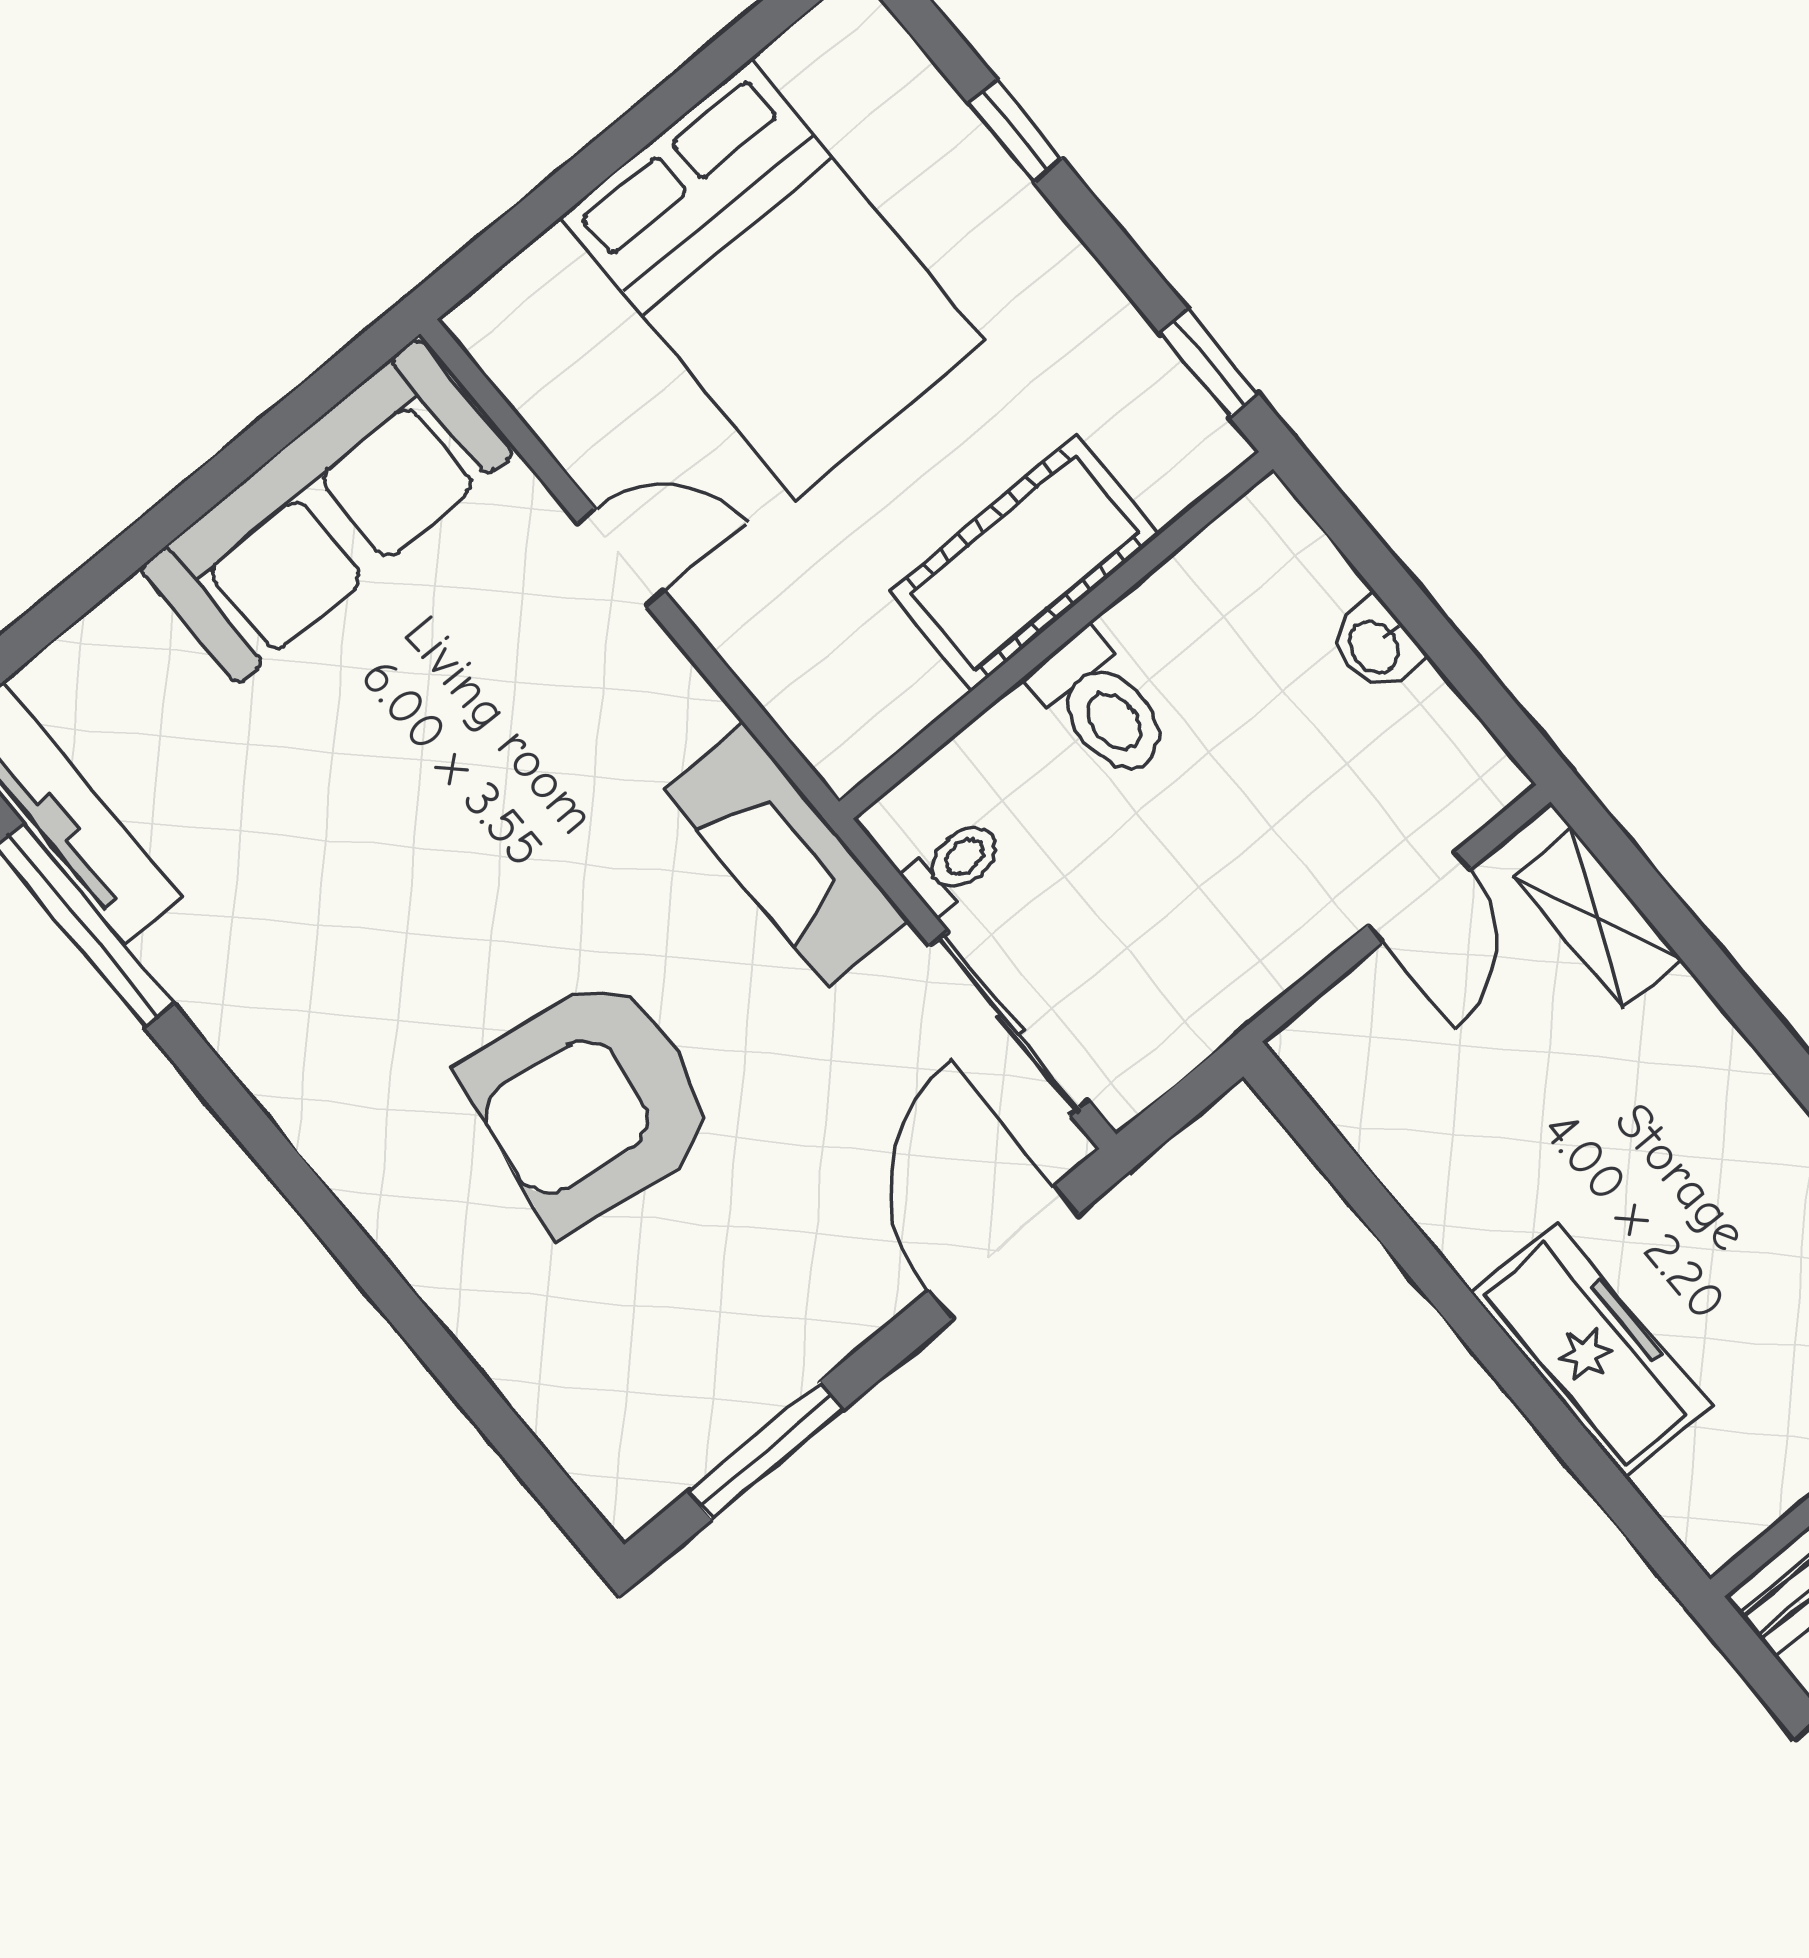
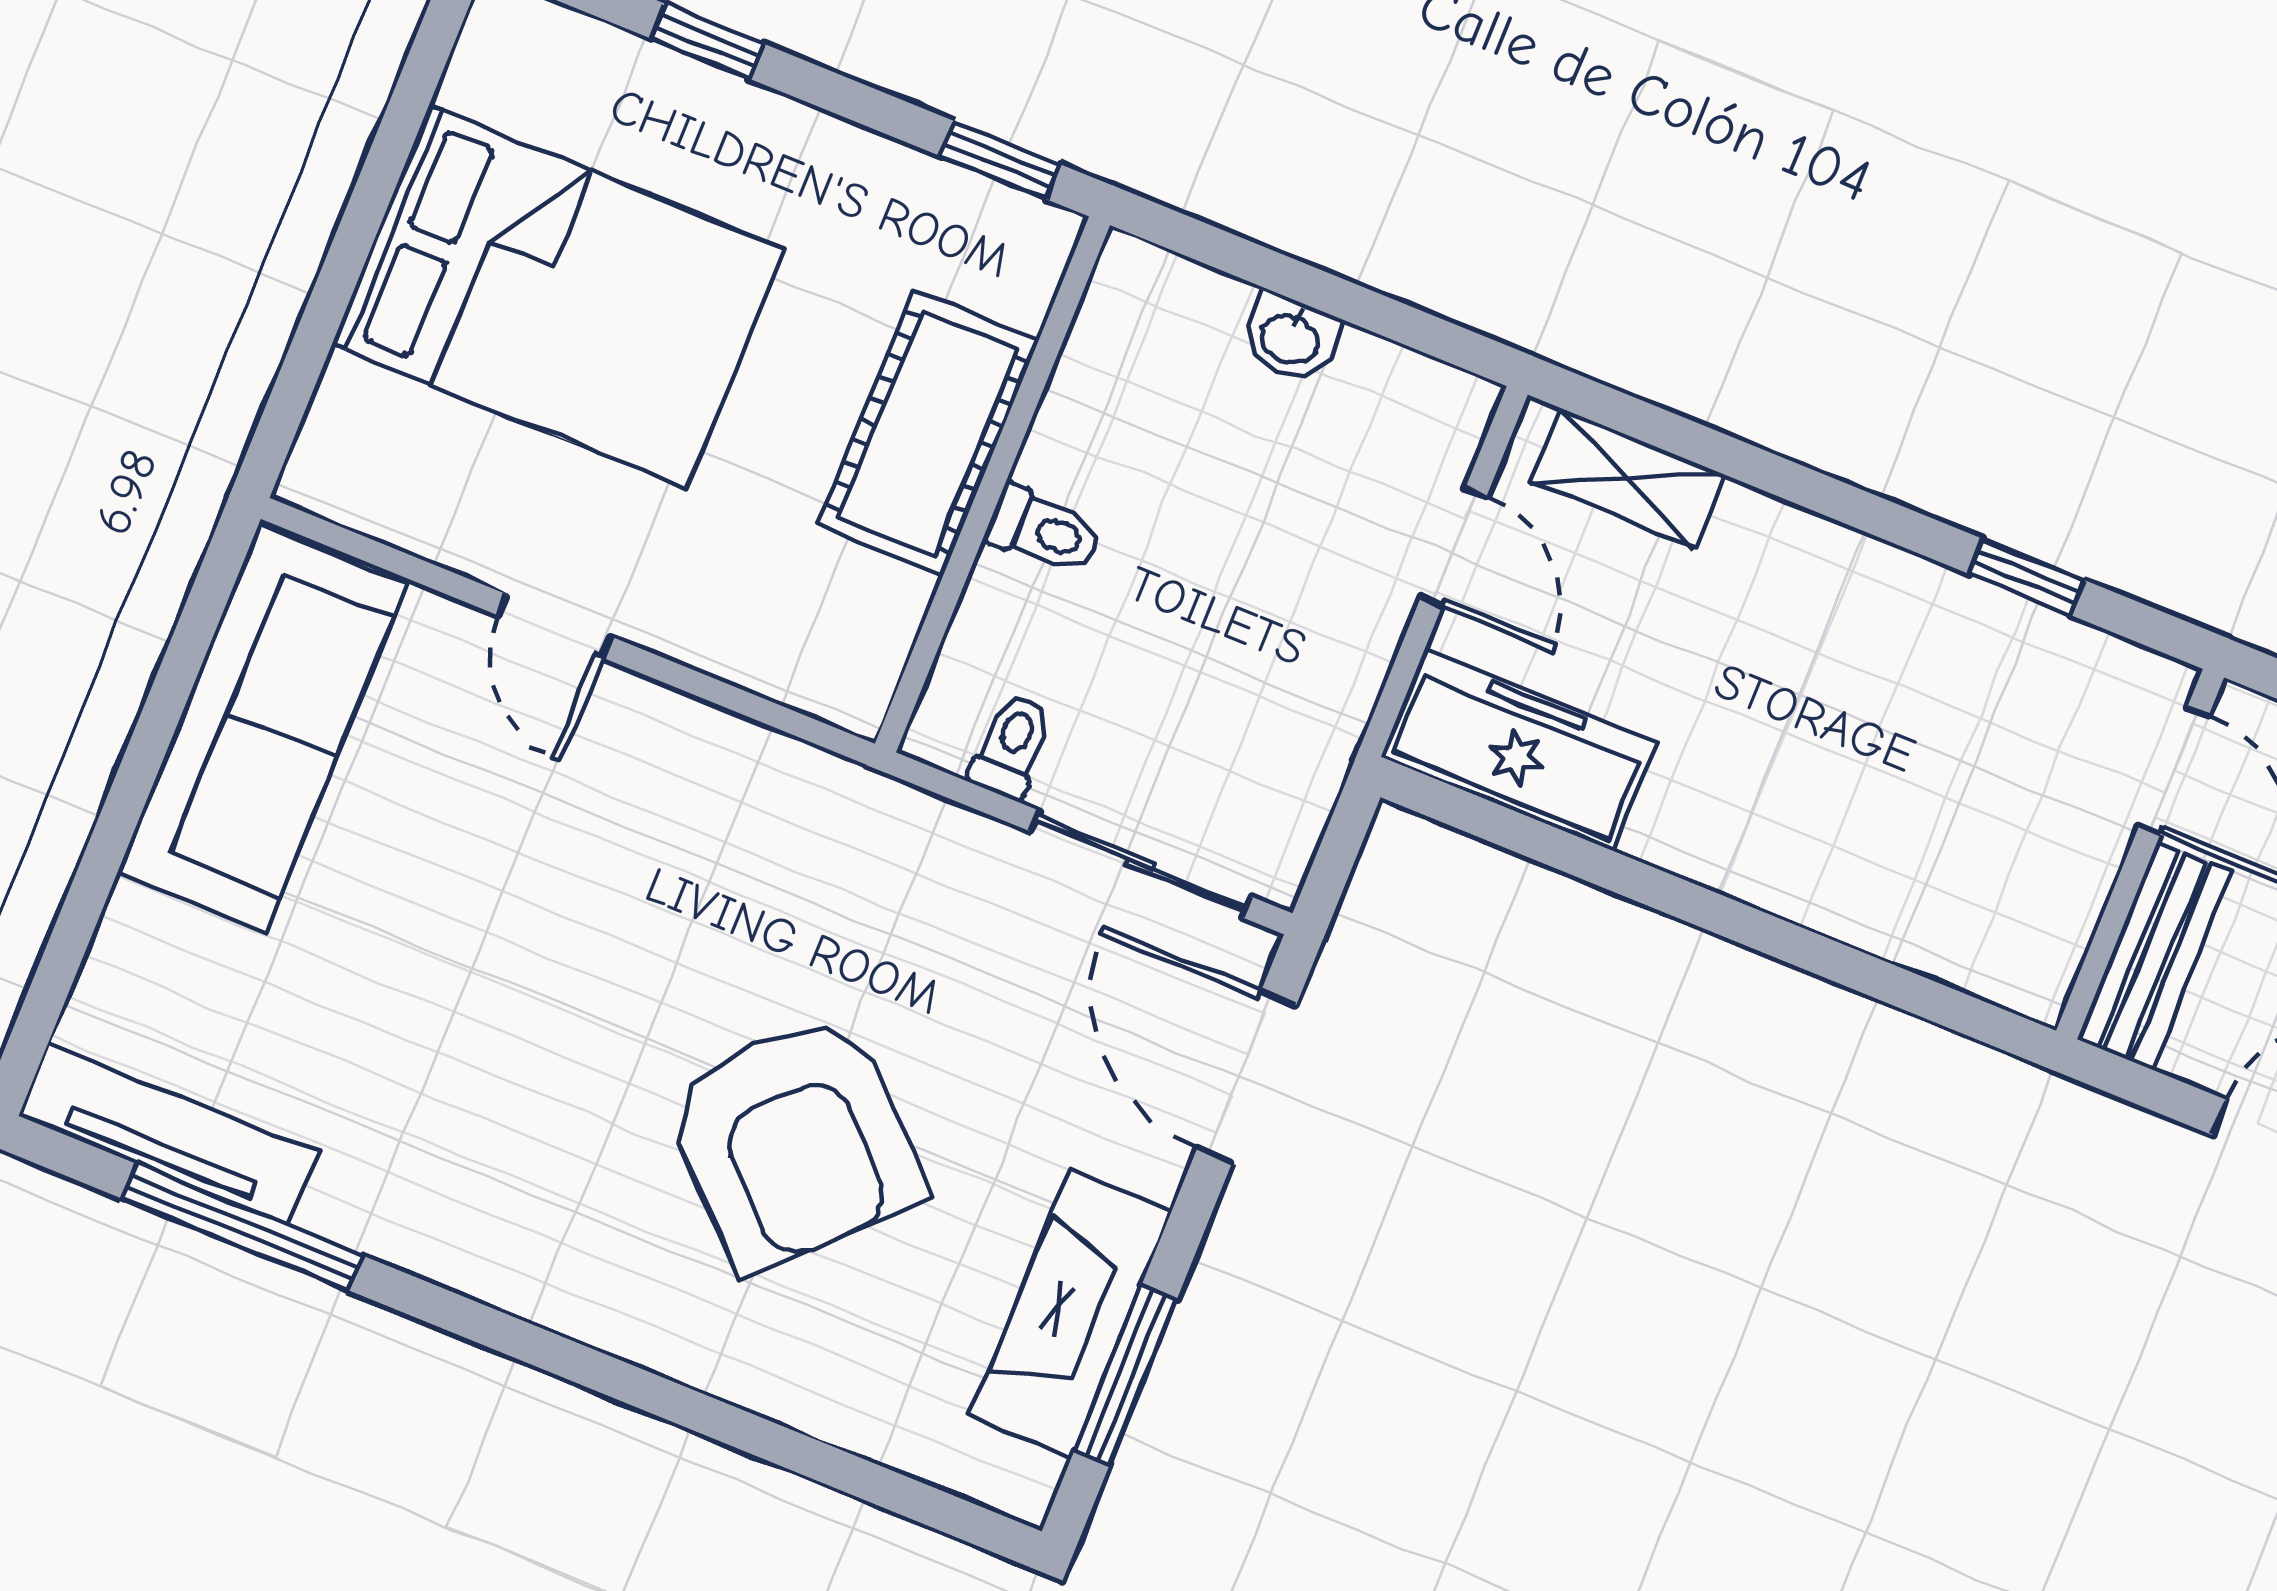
door: (621, 557) -> (555, 626), swing flipped
toilet: (1101, 706) -> (1044, 530), width x0.73, depth x0.72
fireplace: (786, 855) -> (1071, 1314), moved, turned 90
armchair: (591, 1102) -> (794, 1141), turned -54
freezer: (1591, 1349) -> (1519, 750), moved

